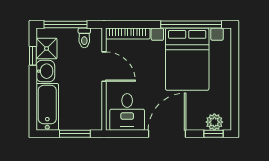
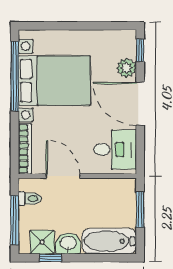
door: (104, 67) -> (63, 176), hinge flipped
plant: (214, 122) -> (127, 68), moved

